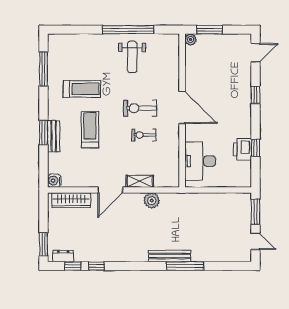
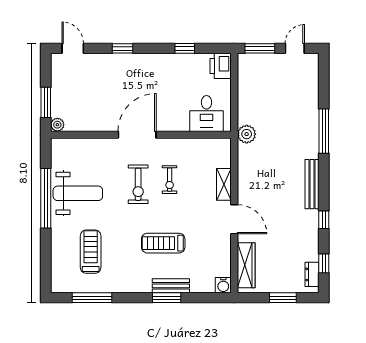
weight bench: (132, 57) -> (78, 193), width x1.36, depth x1.33
treadmill: (82, 89) -> (91, 252), moved
printer: (242, 149) -> (221, 66), moved, turned 90
desk: (200, 161) -> (207, 113), width x0.73
plant: (152, 200) -> (247, 134), moved
window: (43, 244) -> (283, 298), moved
bench: (170, 256) -> (312, 184), moved
window: (96, 266) -> (324, 220), moved

